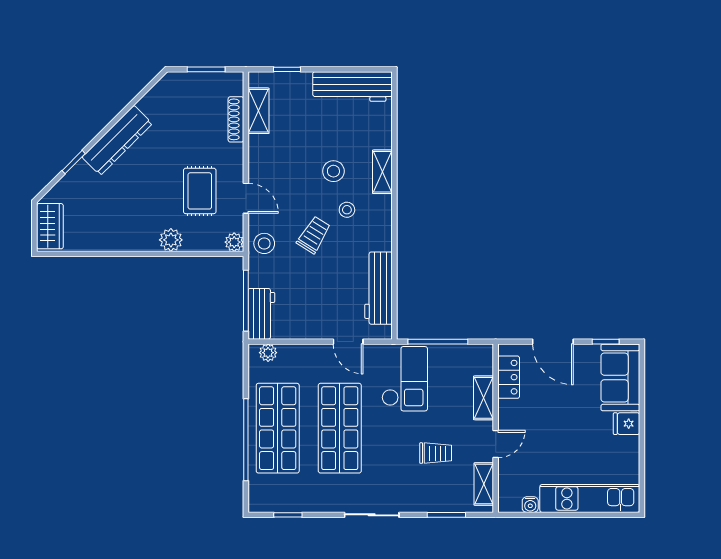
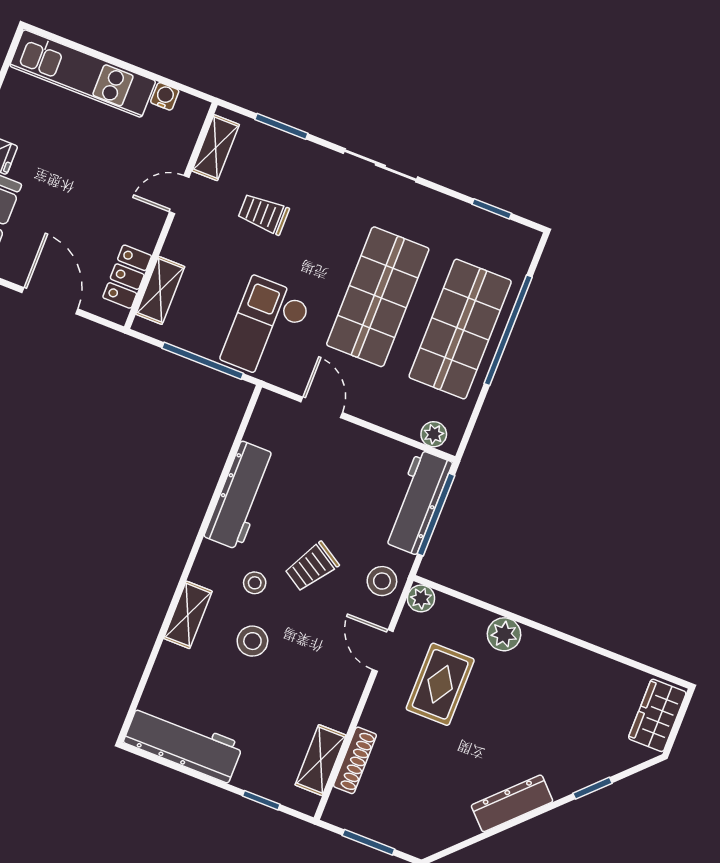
dresser: (117, 140) -> (512, 803), width x0.73, depth x0.80
workbench: (379, 288) -> (241, 496), moved
workbench: (261, 314) -> (417, 502), width x1.38
shelving: (483, 398) -> (160, 290), moved

